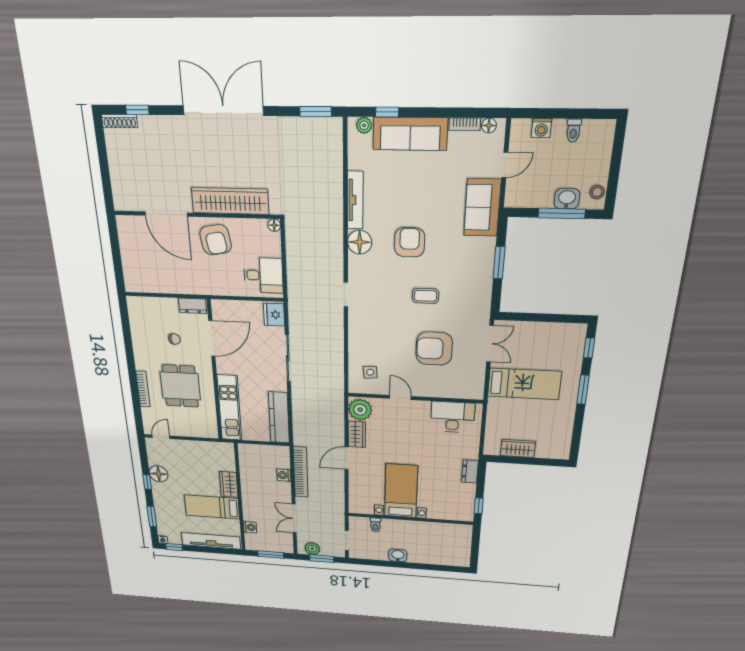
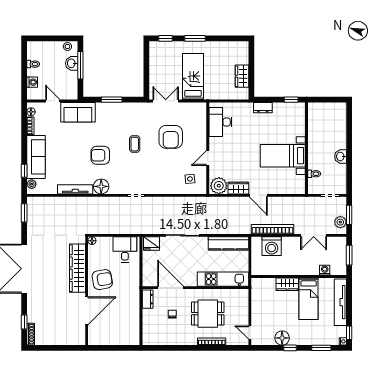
washing machine: (284, 475) -> (272, 246), width x1.89, depth x1.89

